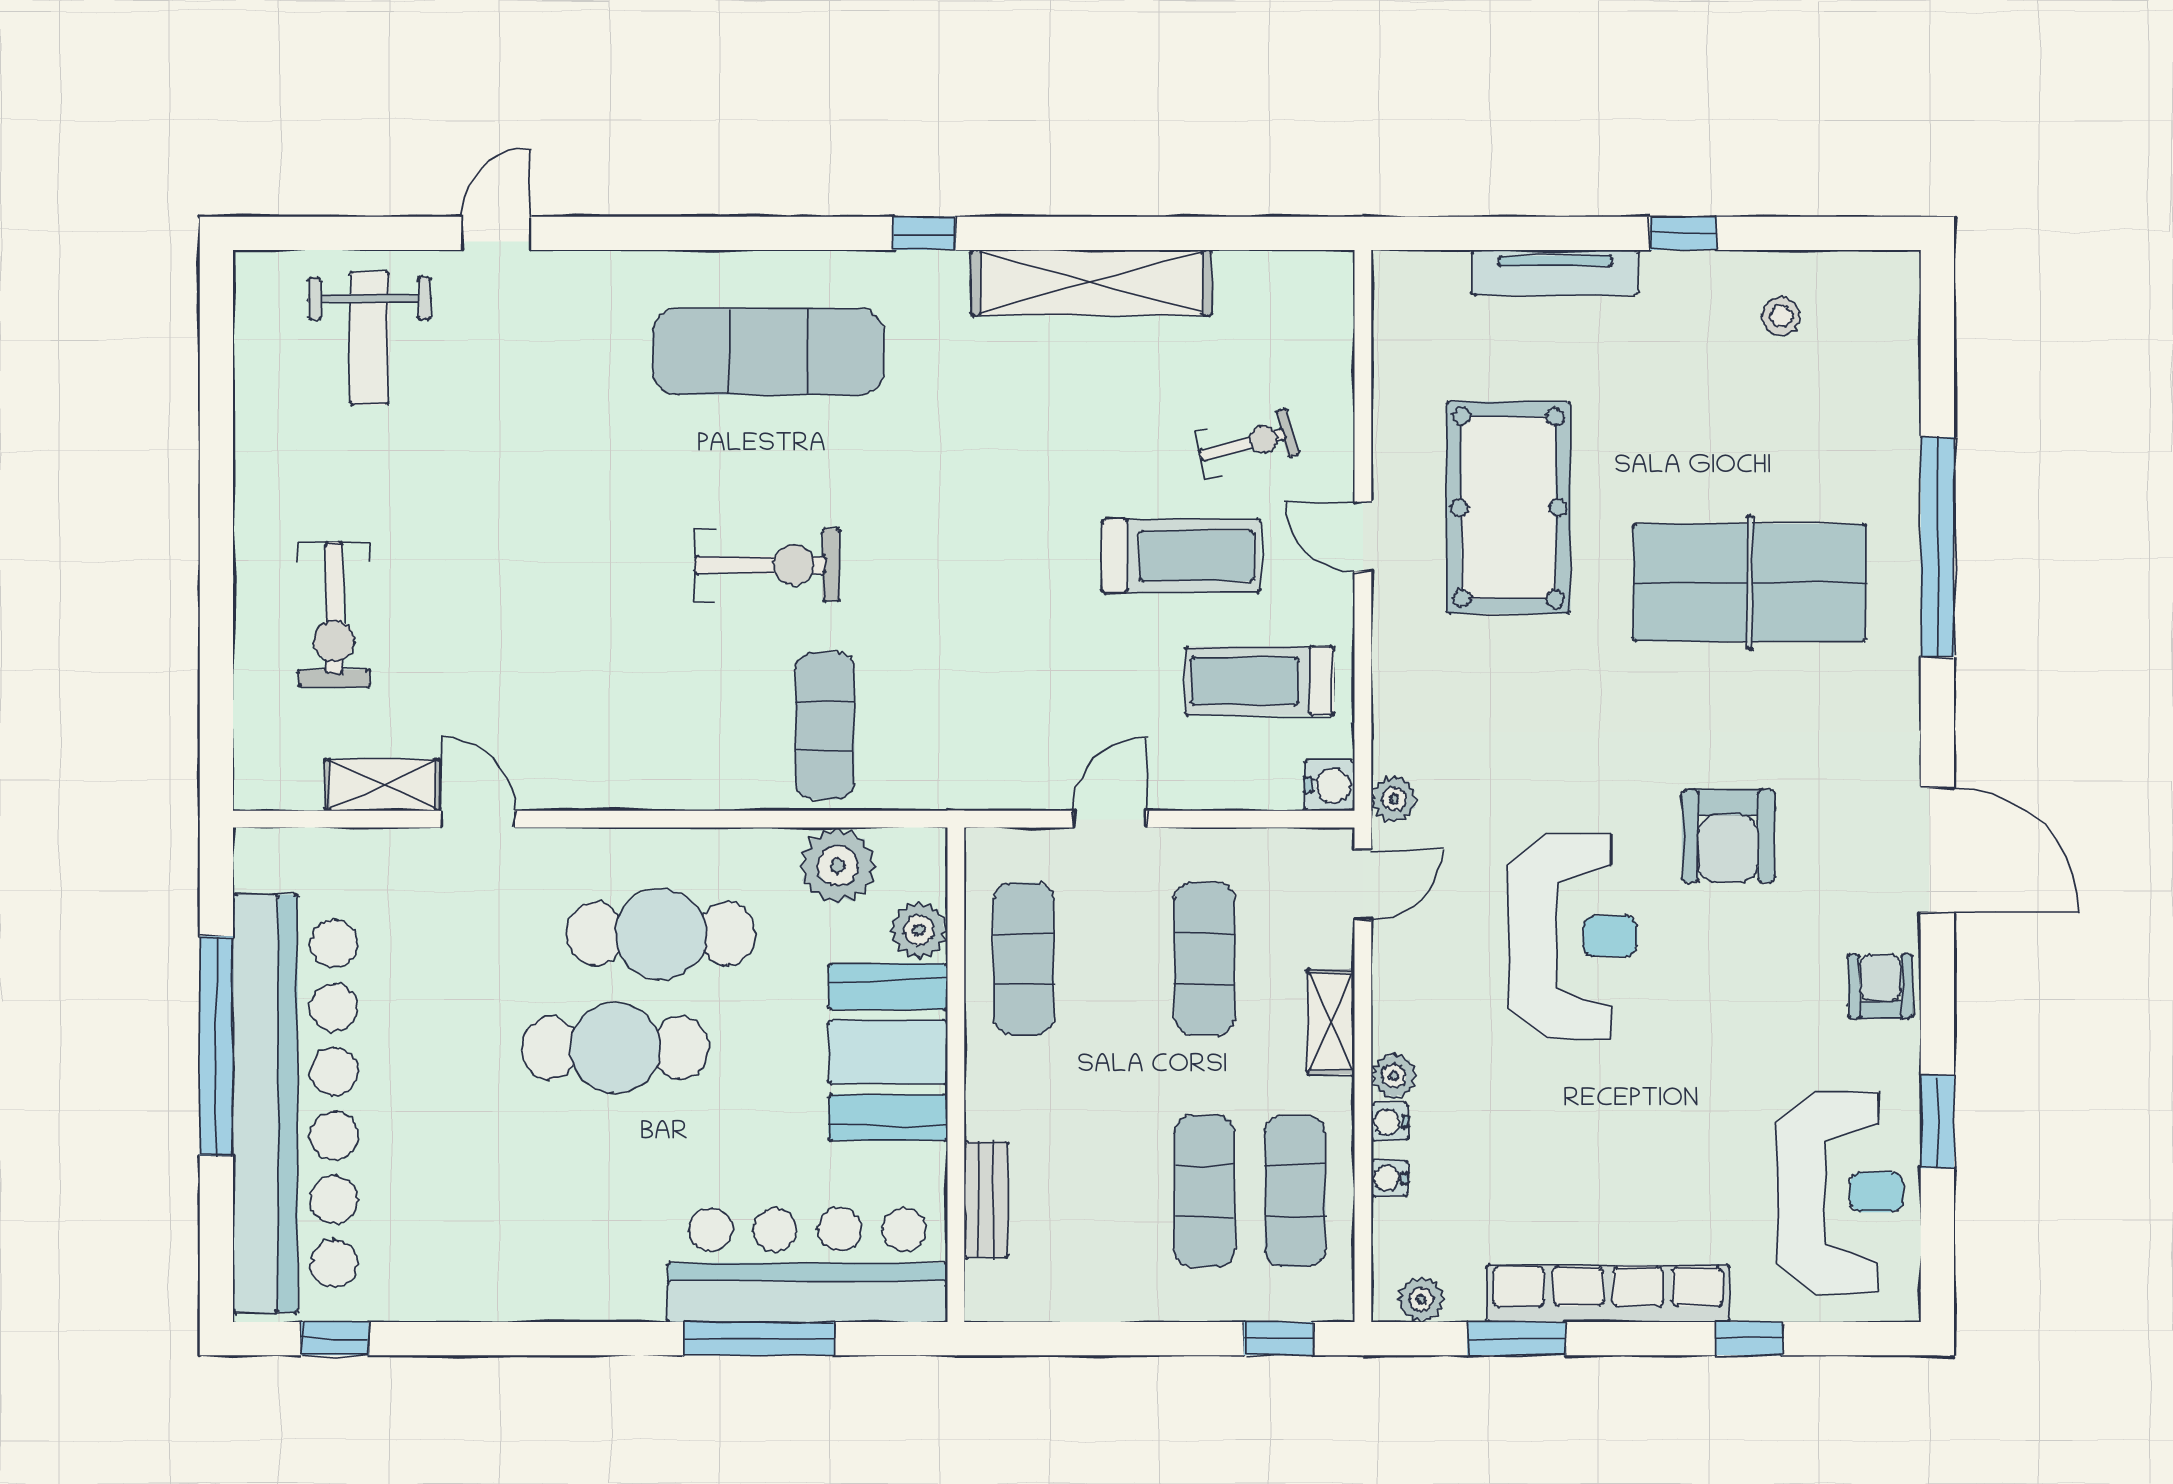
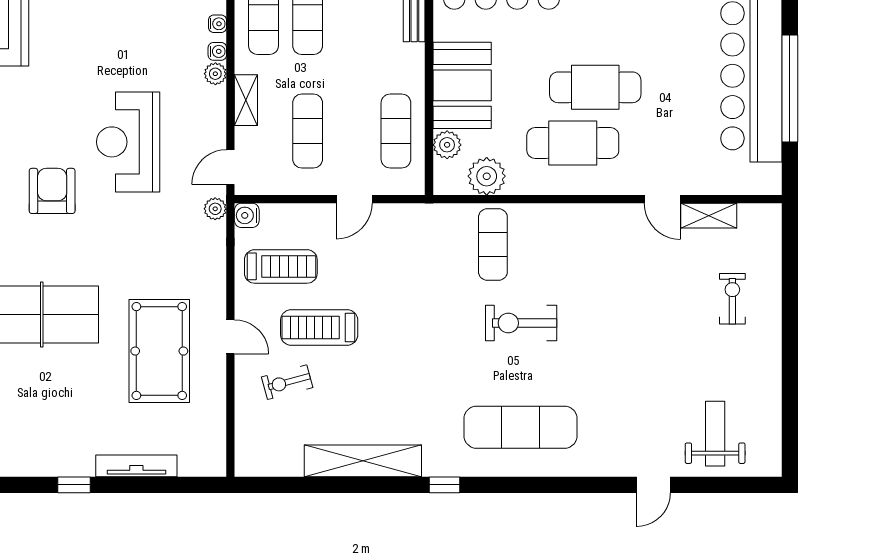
stool: (1781, 316) -> (26, 444), removed
exercise bike: (334, 615) -> (732, 299), width x0.73, depth x0.72

